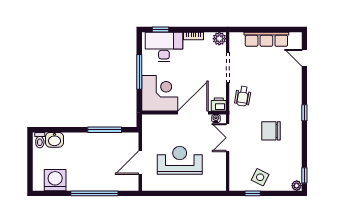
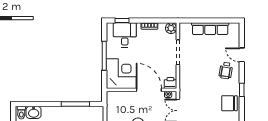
desk: (164, 47) -> (125, 35), width x0.73
door: (304, 58) -> (242, 55), moved
wheelchair: (243, 96) -> (226, 71), moved
door: (193, 113) -> (149, 90), hinge flipped
chair: (271, 131) -> (230, 103), moved

